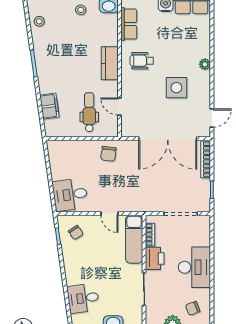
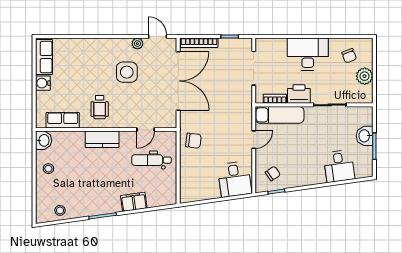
plant: (205, 64) -> (137, 44), moved
filing cabinet: (49, 106) -> (134, 202), moved

